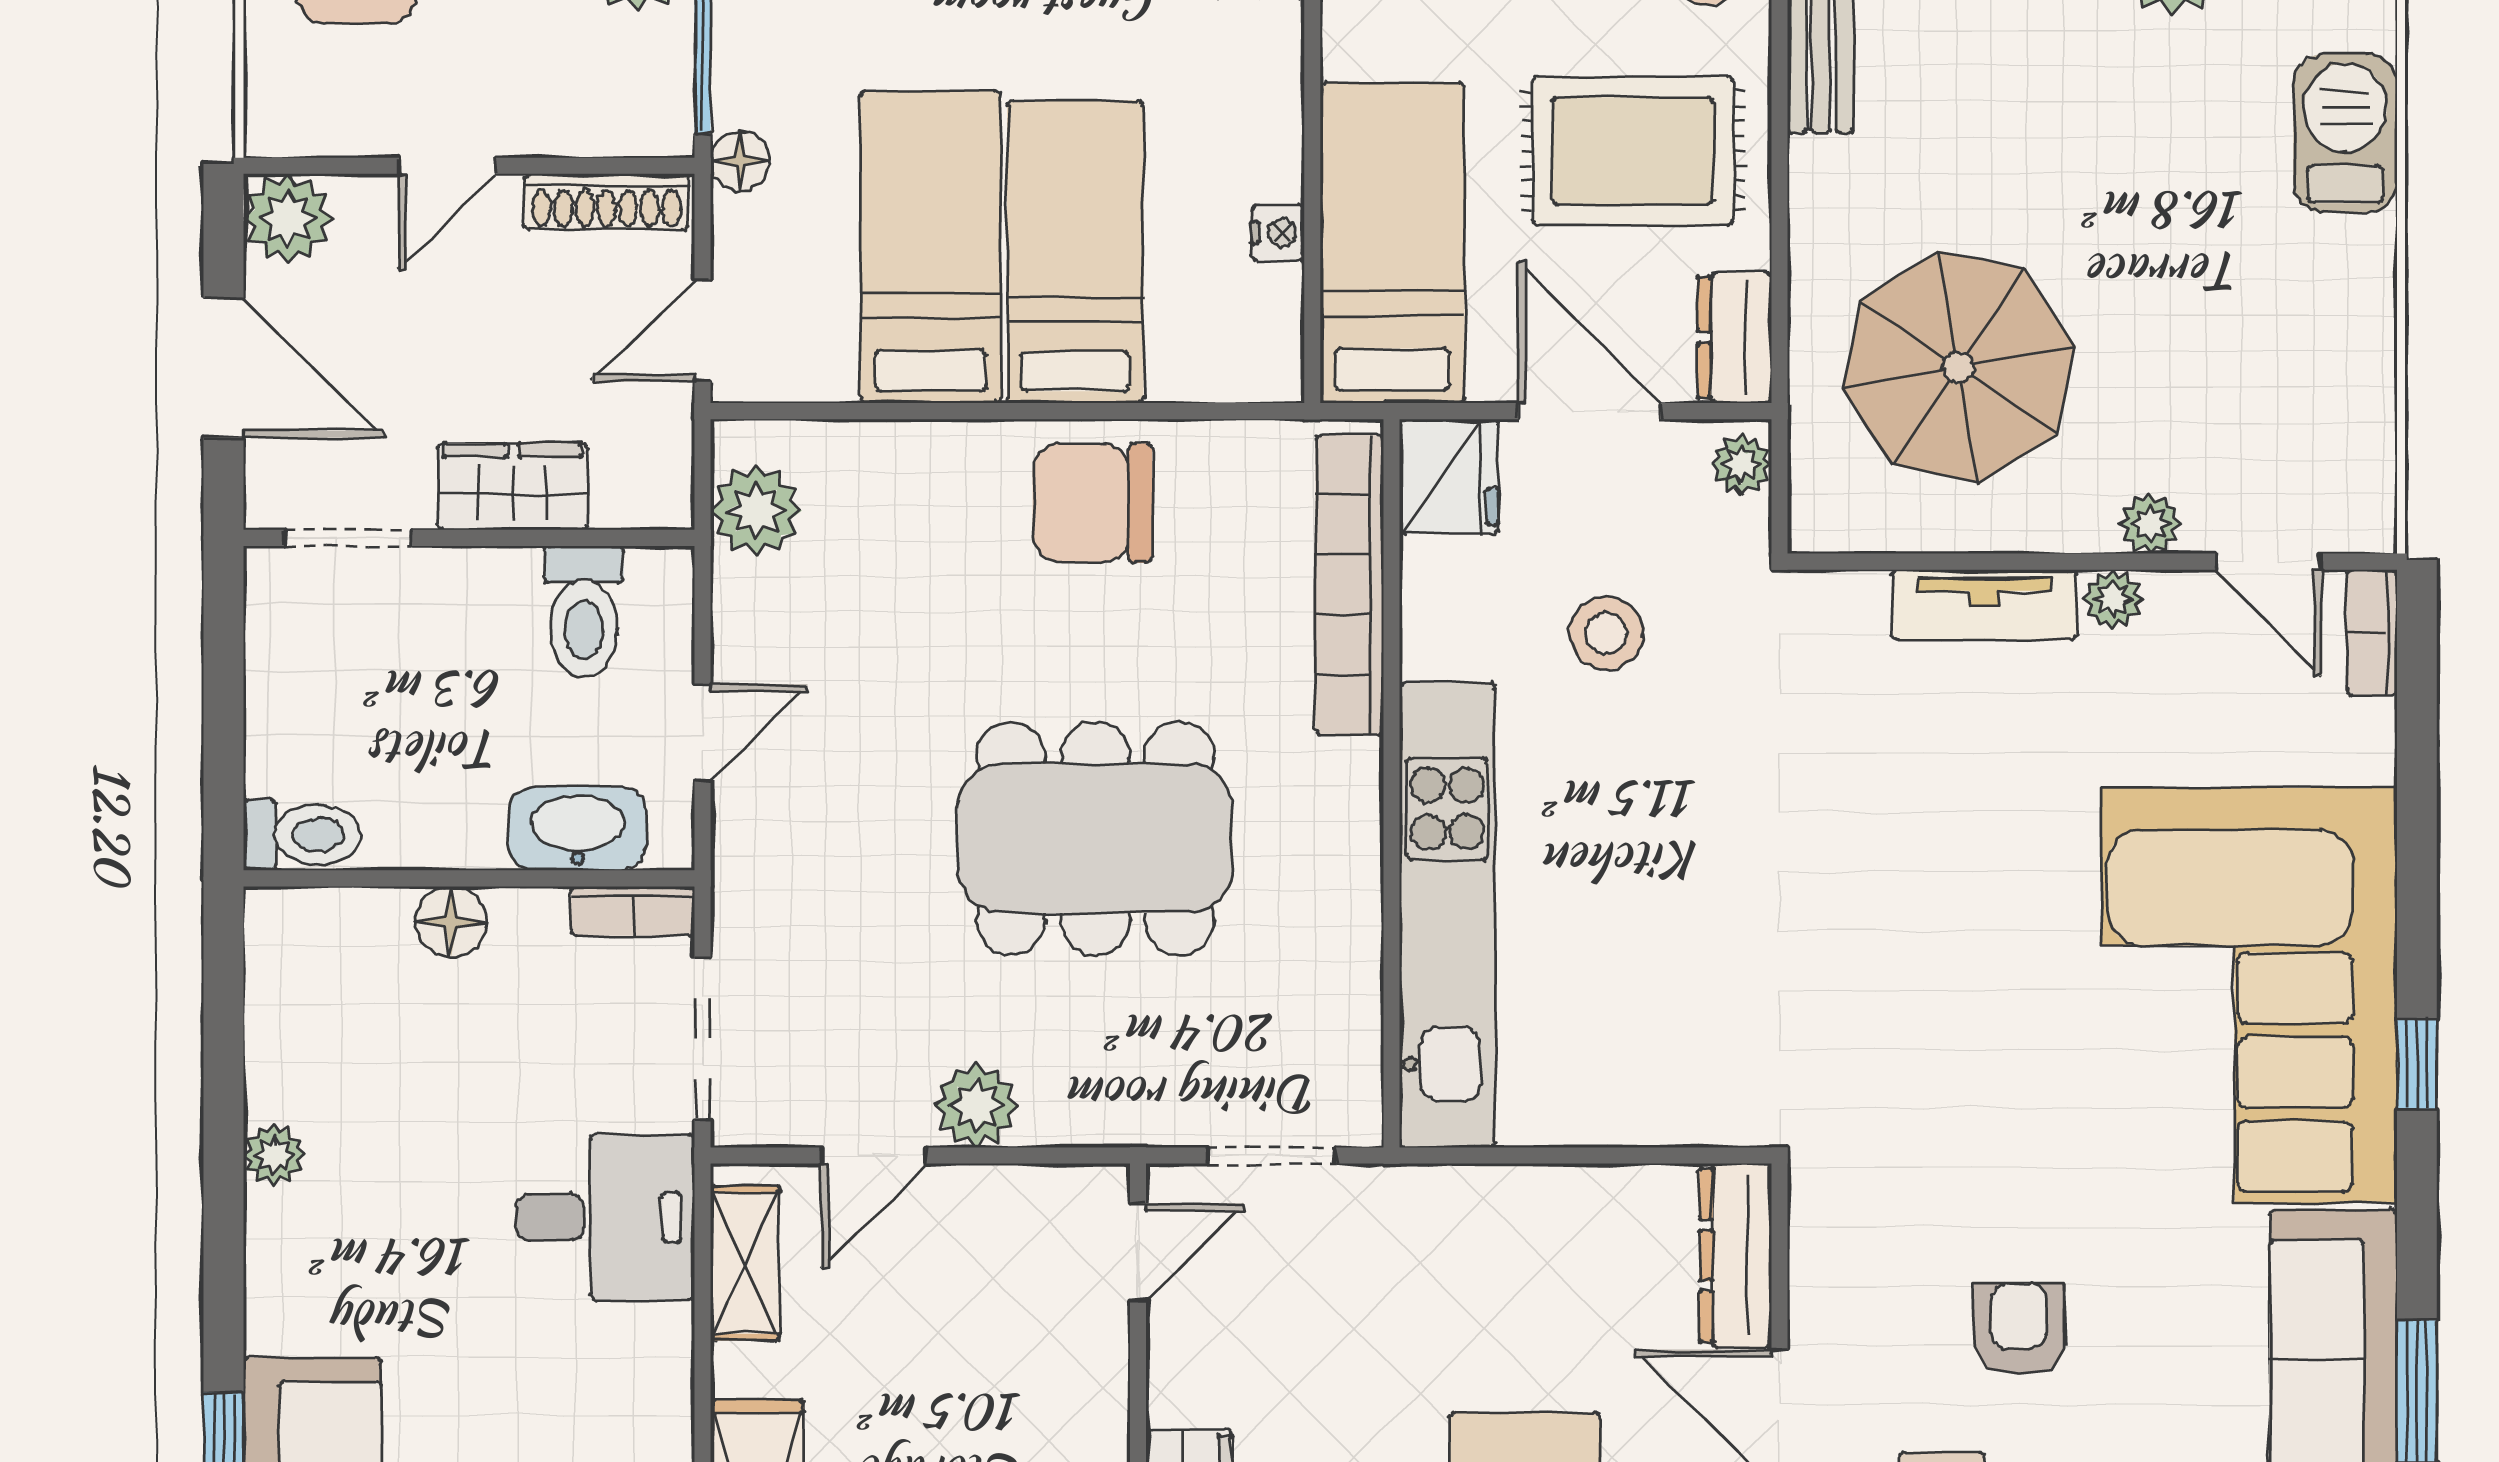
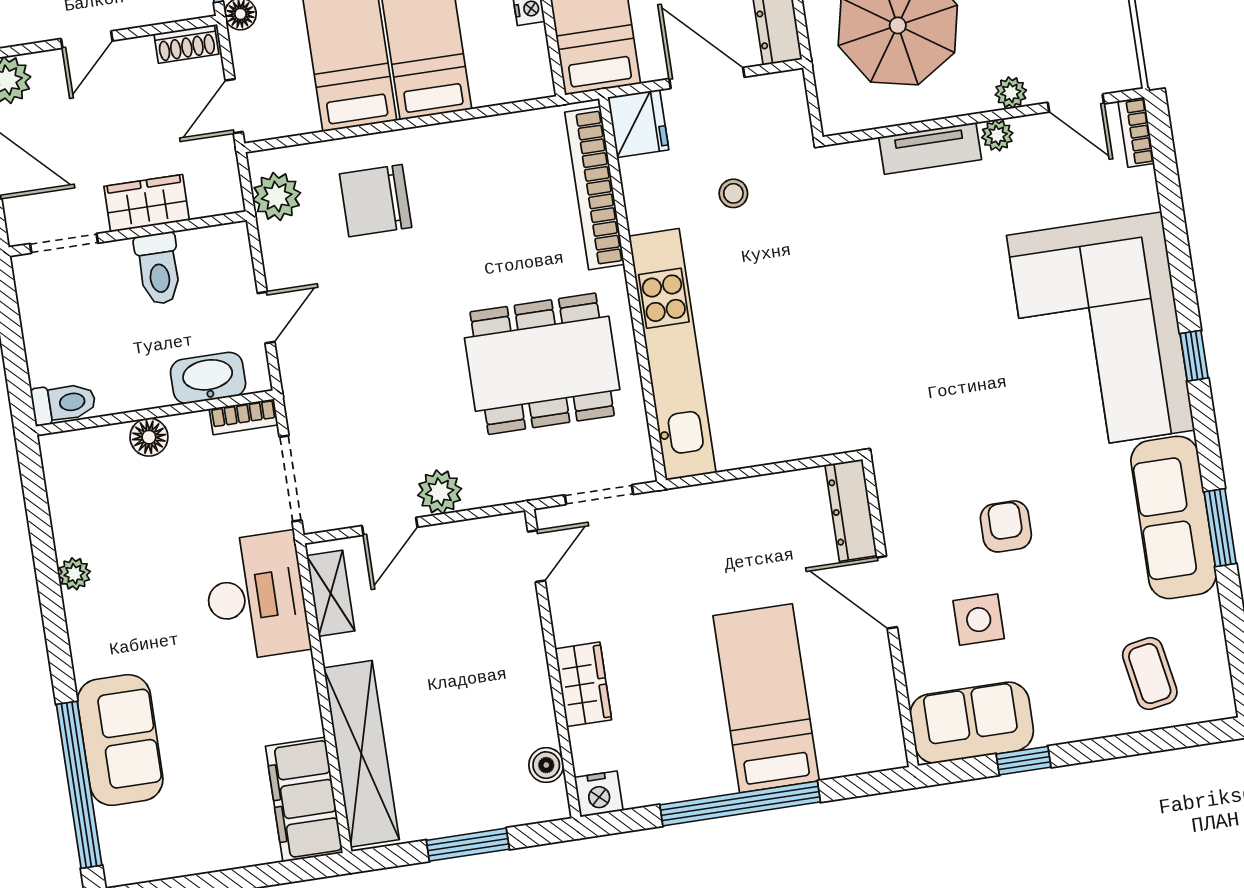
shoe rack: (606, 202) -> (186, 44), width x0.70
plant: (1741, 465) -> (791, 94), removed
chair: (1092, 503) -> (376, 201), moved
toilet: (584, 611) -> (158, 269), moved
stool: (1606, 633) -> (733, 193), width x0.73, depth x0.73
dining table: (1095, 838) -> (542, 364), moved
desk: (605, 1217) -> (256, 596), width x1.37

